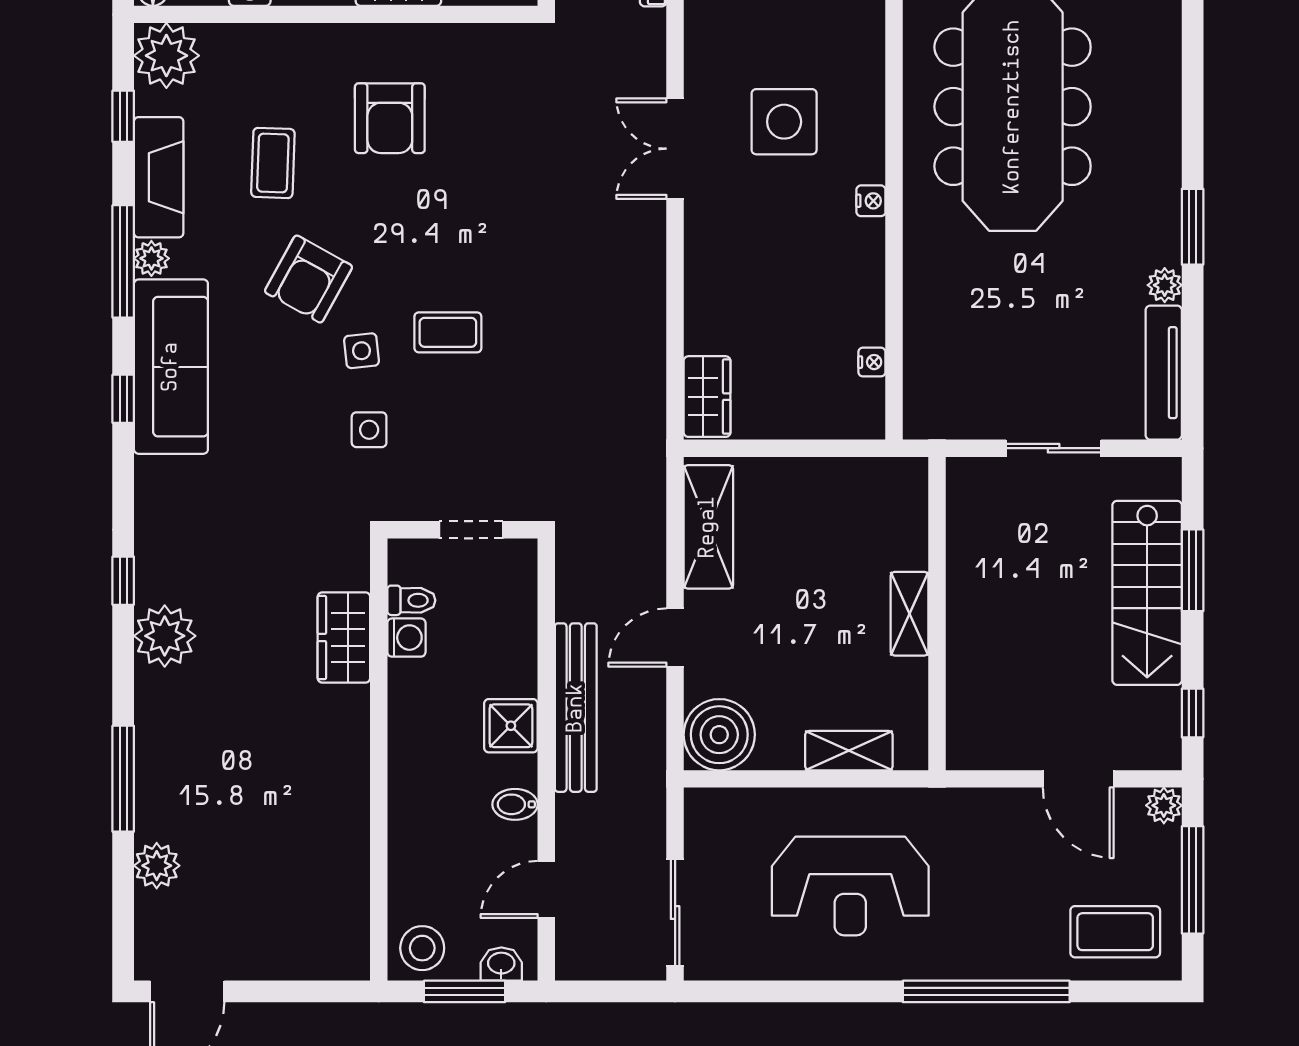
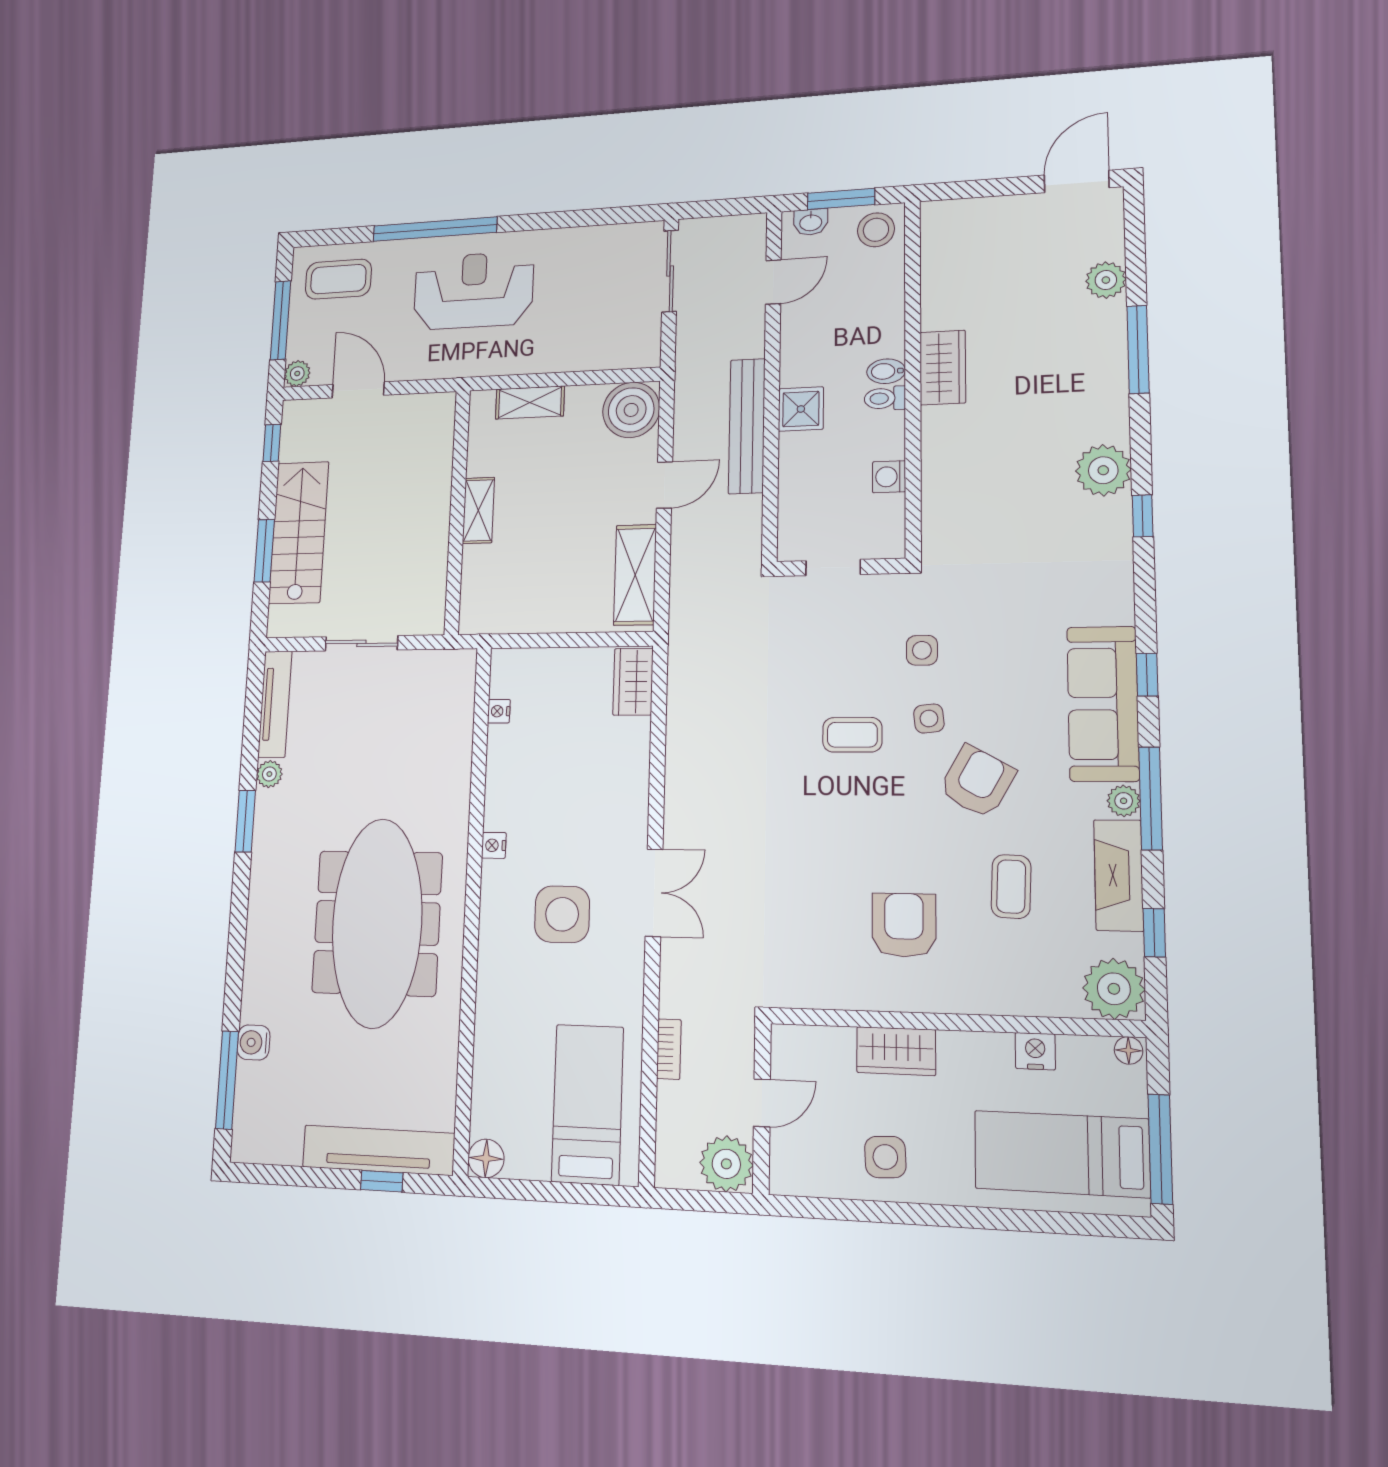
toilet: (411, 600) -> (885, 398), moved
wardrobe: (344, 637) -> (943, 368), moved
bidet: (515, 804) -> (886, 371), moved, turned 180
reception desk: (850, 886) -> (473, 291), moved

